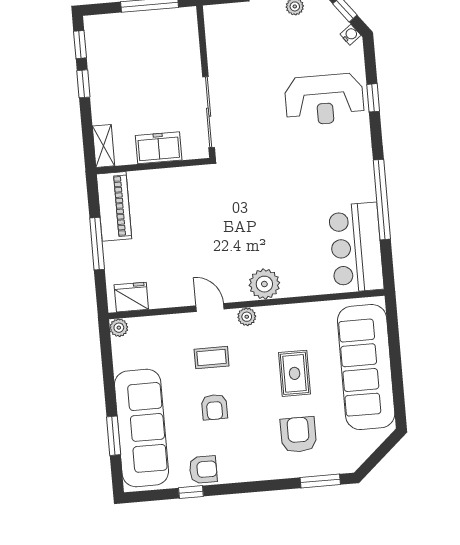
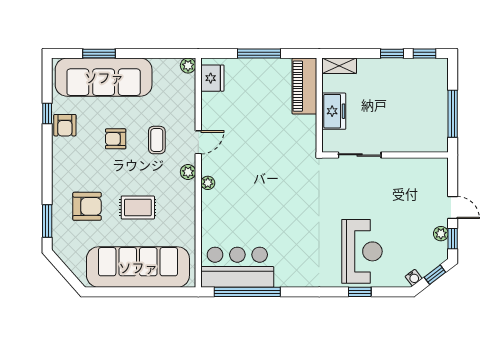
reception desk: (324, 99) -> (362, 251), turned 180
sliding door: (209, 112) -> (360, 155), width x0.73
window: (382, 200) -> (247, 292), moved
piano: (114, 206) -> (304, 86), moved, turned 90
plant: (264, 284) -> (208, 183), width x0.53, depth x0.53

